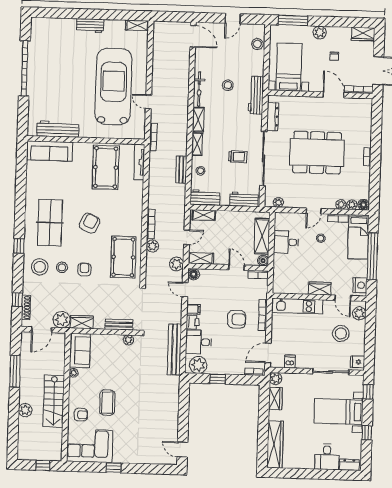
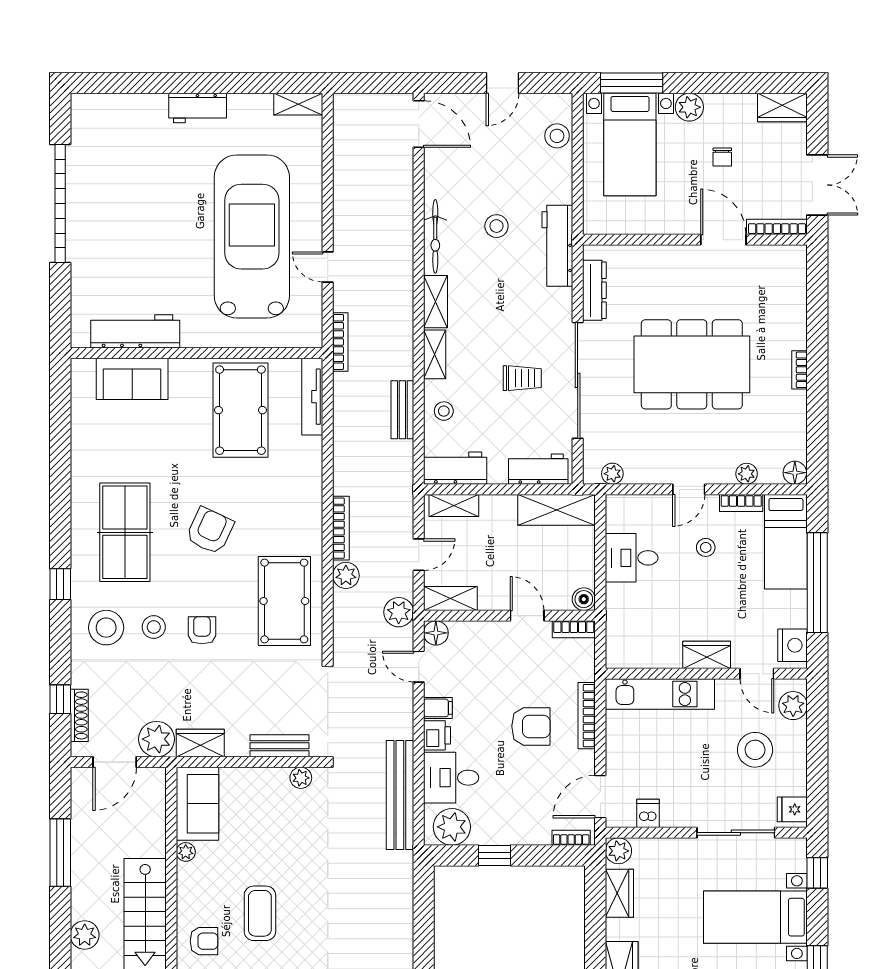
bed with nightstands: (289, 67) -> (630, 144), moved, turned 180
sofa: (49, 151) -> (132, 379), width x0.73
plant: (352, 205) -> (770, 474), removed
shelving: (262, 236) -> (557, 510), moved, turned 90

